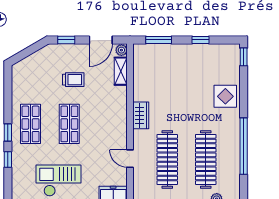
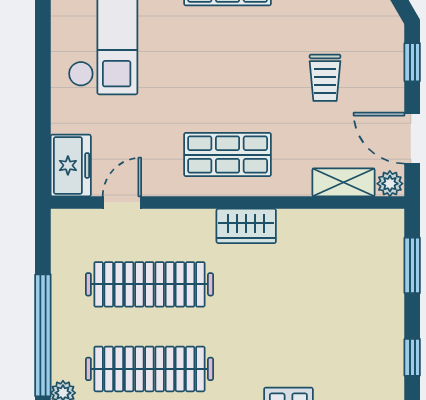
shop shelf: (69, 124) -> (228, 155), moved
door: (130, 159) -> (122, 203), moved

